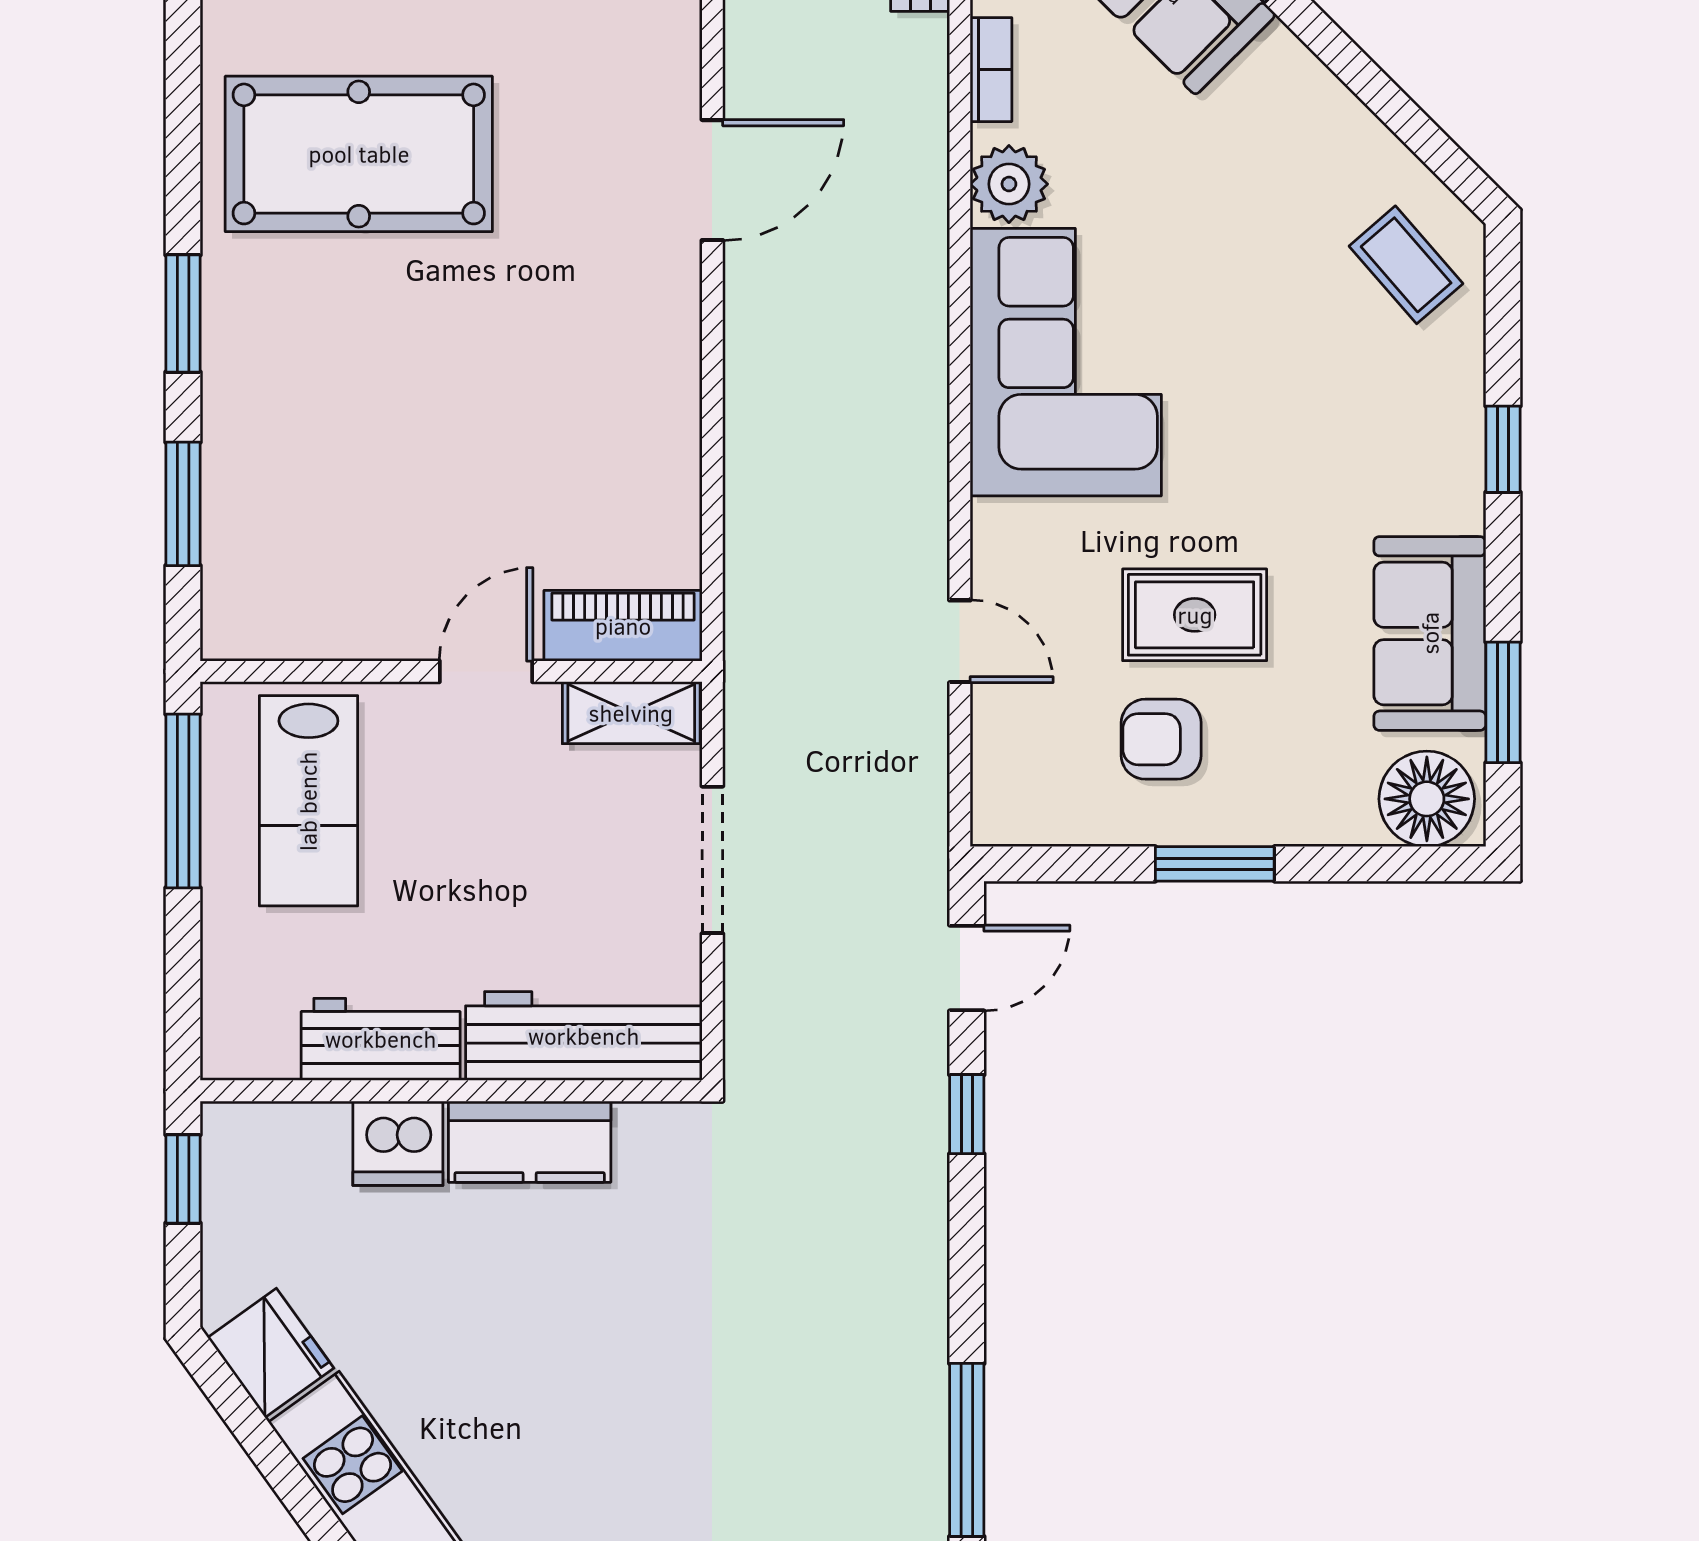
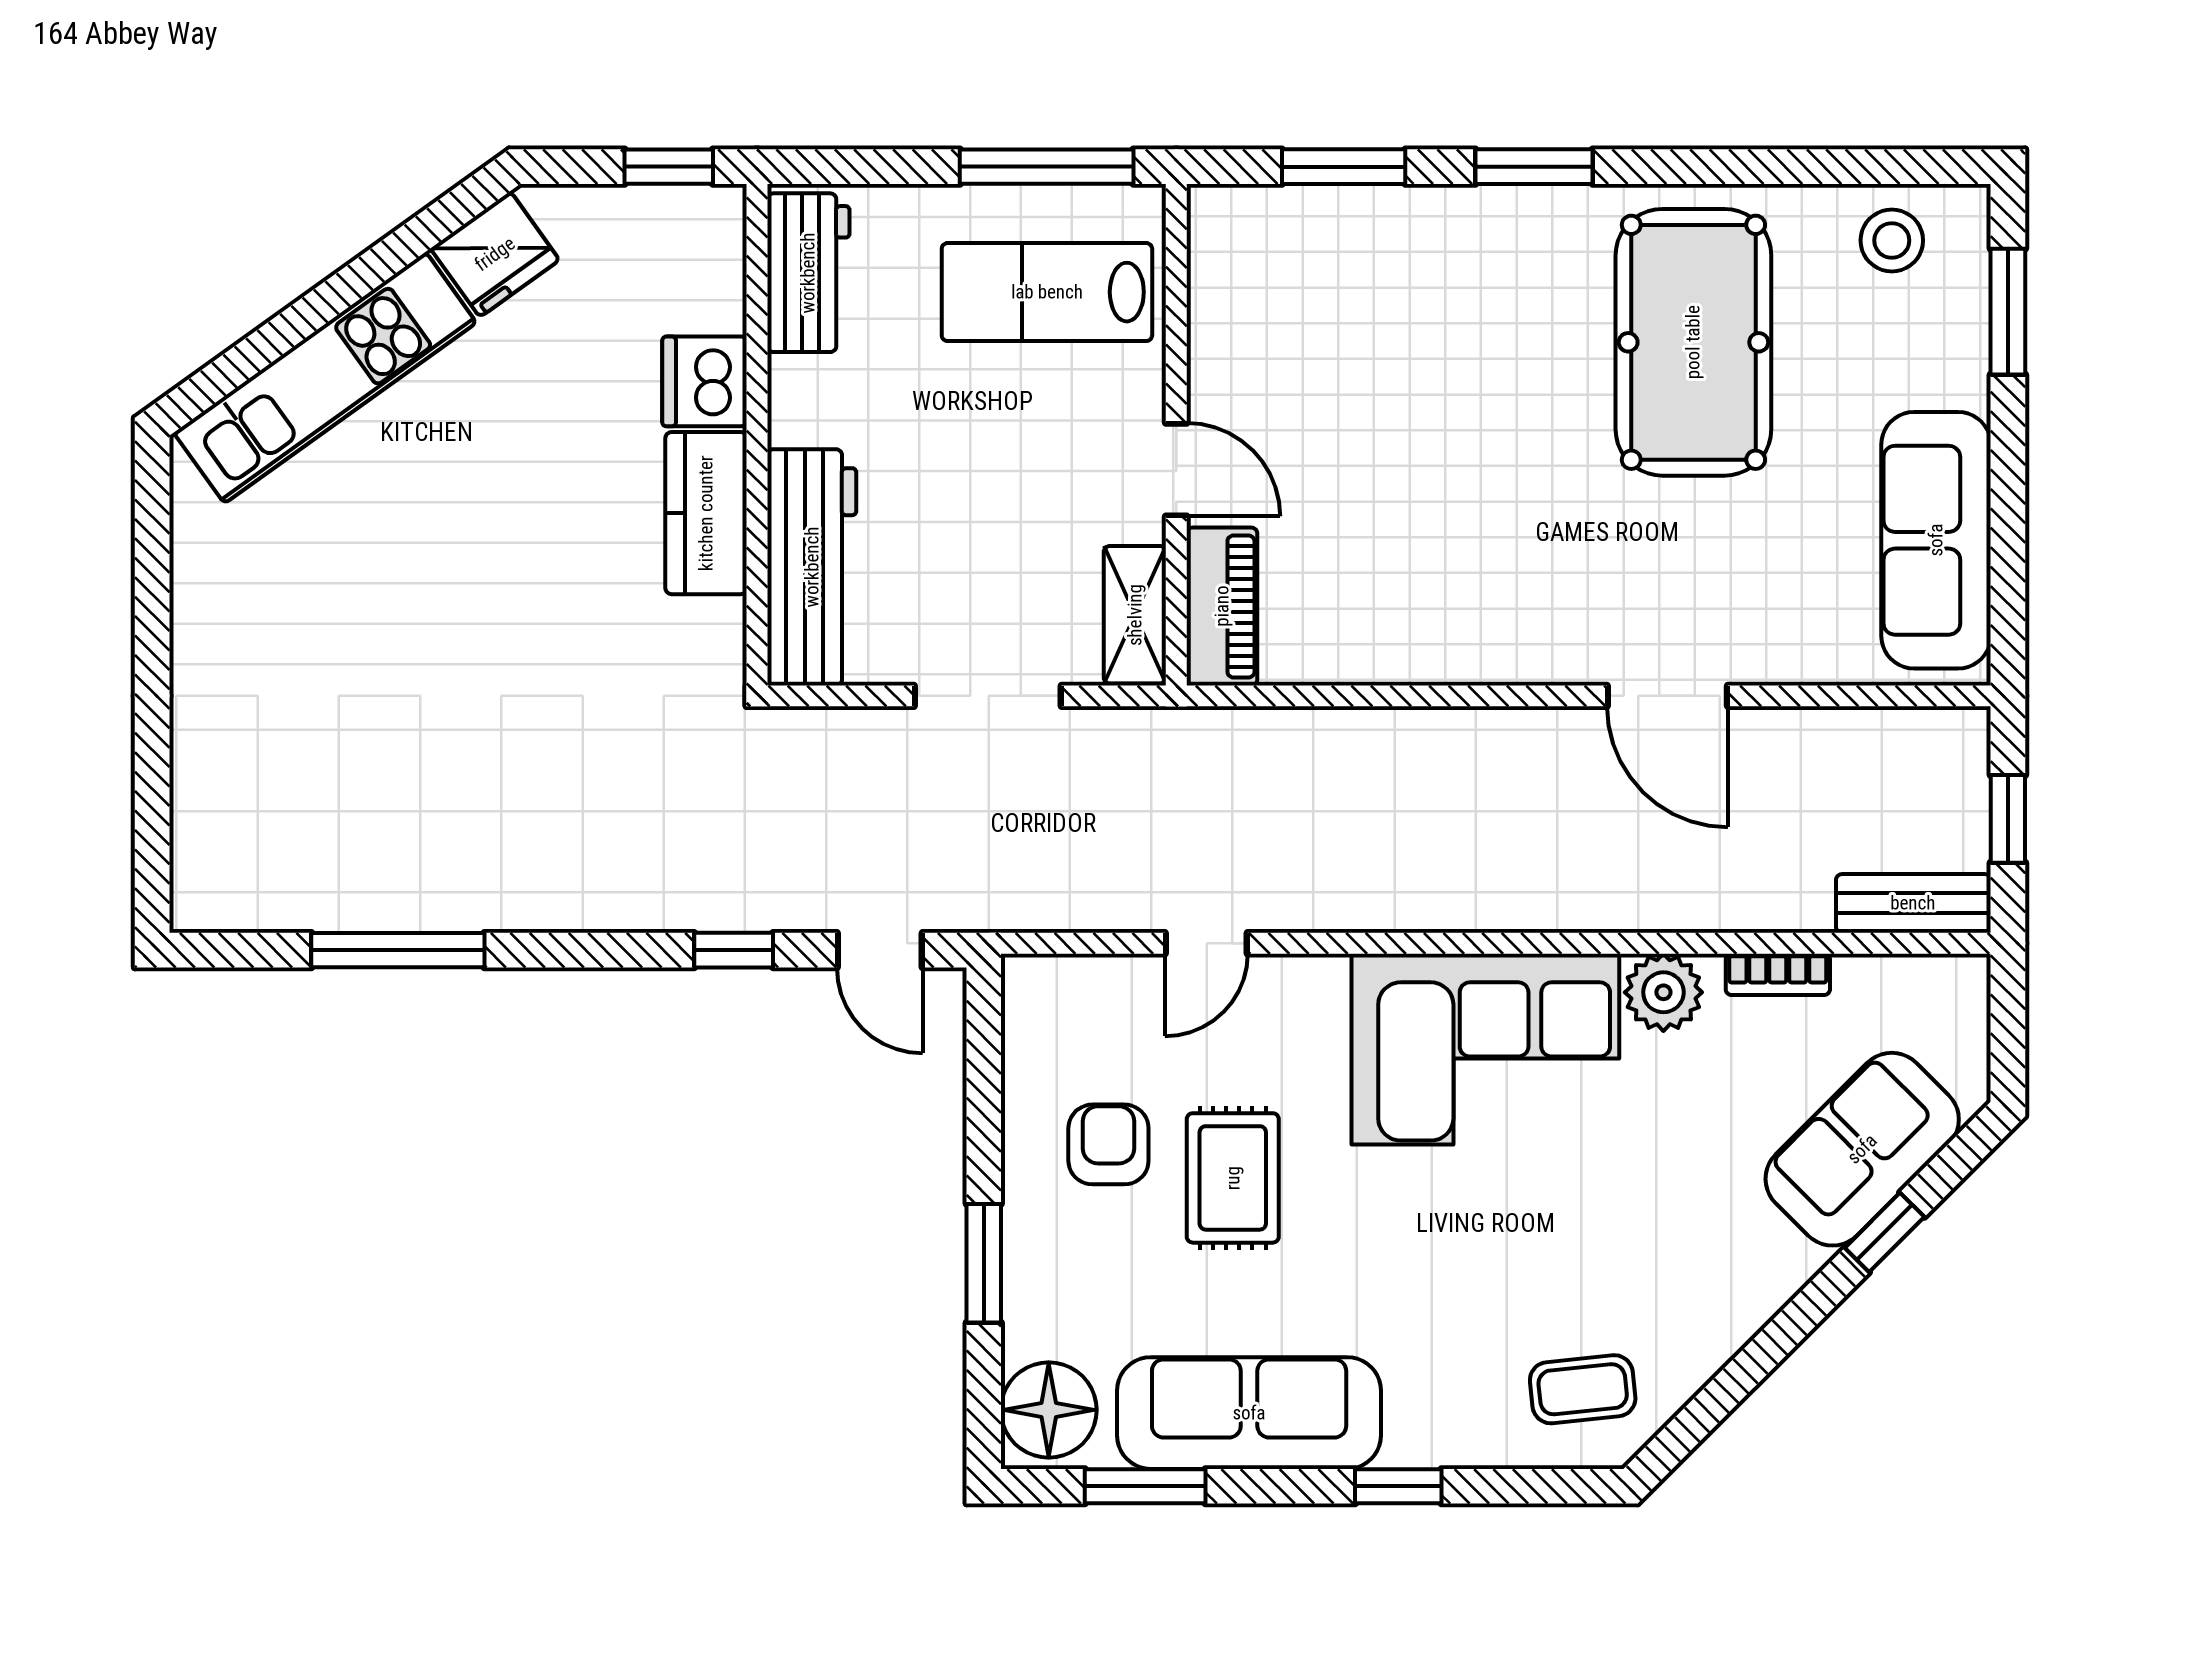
coffee table: (1406, 265) -> (1583, 1389), turned 35
sofa: (1430, 633) -> (1249, 1413), width x1.36
window: (1215, 864) -> (984, 1263), moved
workbench: (381, 1039) -> (808, 273), moved

